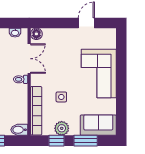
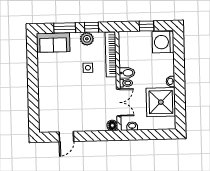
double door: (29, 59) -> (119, 103), swing flipped
corner sofa: (99, 74) -> (54, 90), removed
bidet: (19, 130) -> (127, 73), moved

